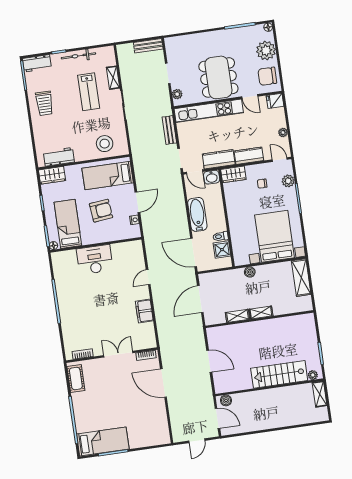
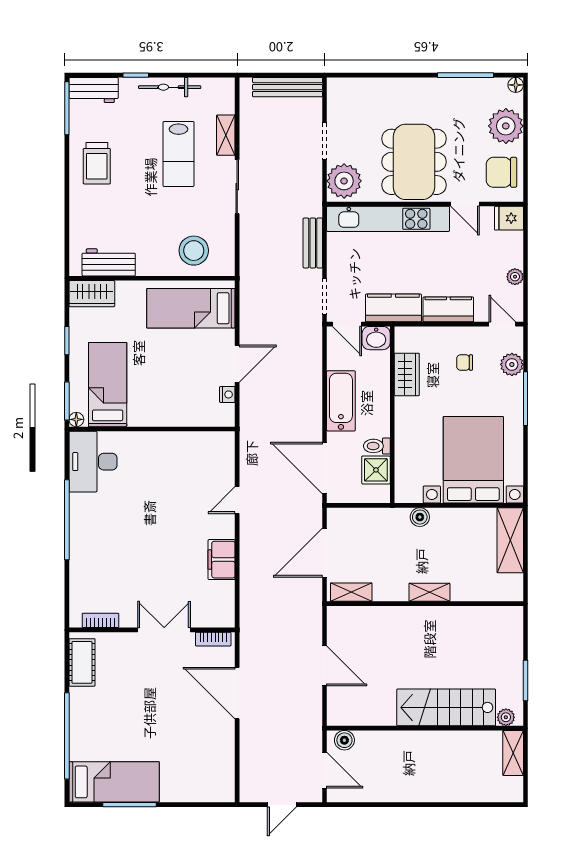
bench: (148, 46) -> (287, 87), width x1.36
plant: (177, 94) -> (344, 181), width x1.88, depth x1.88
wardrobe: (233, 174) -> (407, 374), moved, turned -90
armchair: (101, 211) -> (170, 369), removed
desk: (95, 260) -> (93, 462), moved, turned -90
shelving: (237, 316) -> (351, 592), moved

